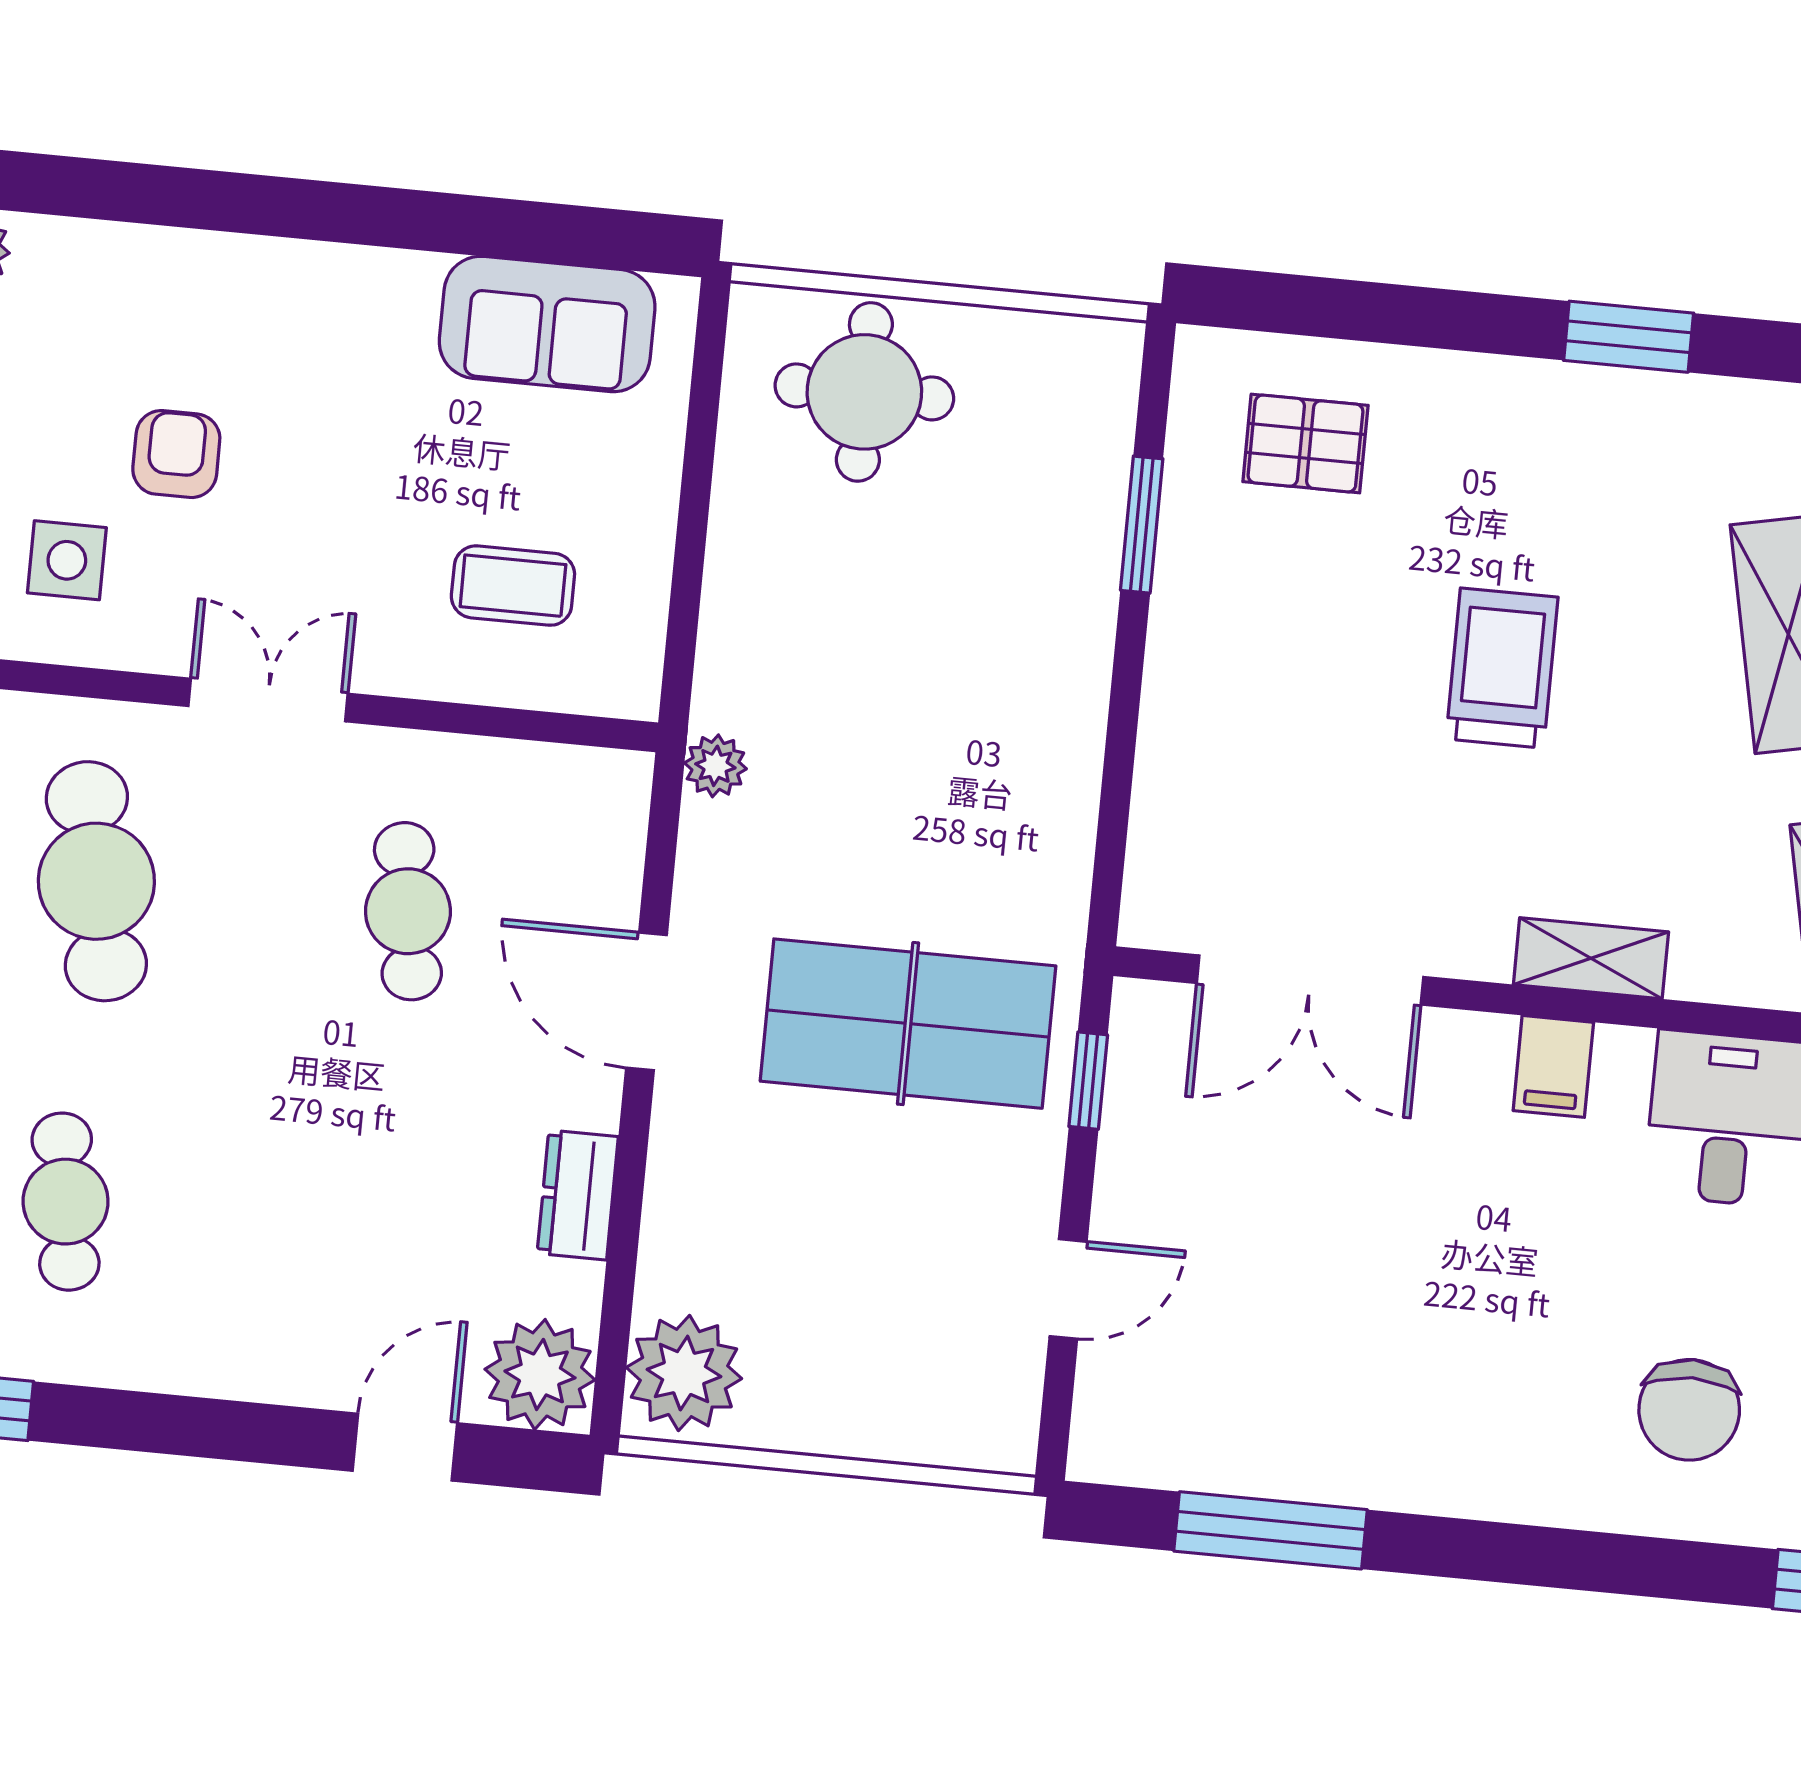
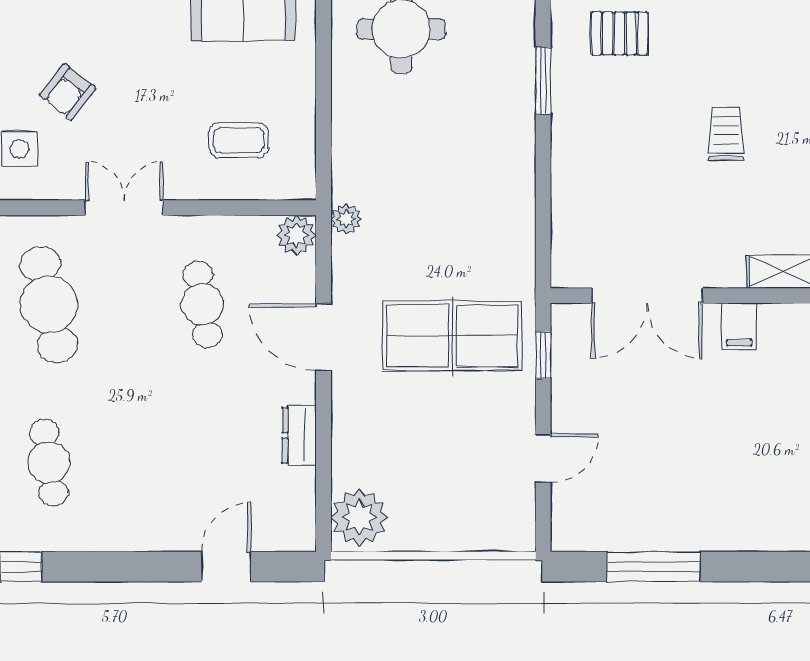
armchair: (176, 454) -> (68, 92), turned -142
trolley: (1502, 668) -> (726, 134), width x0.73, depth x0.72
filing cabinet: (1553, 1066) -> (739, 326), moved
plant: (540, 1374) -> (296, 235), moved, width x0.73, depth x0.73

